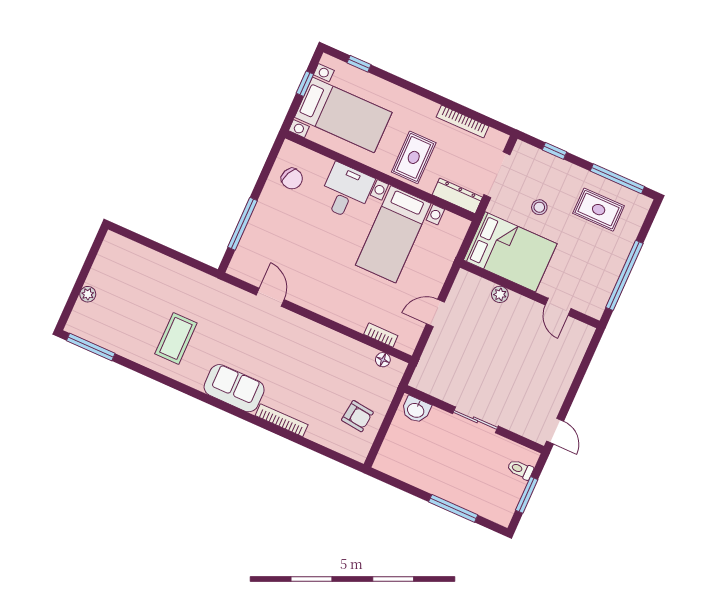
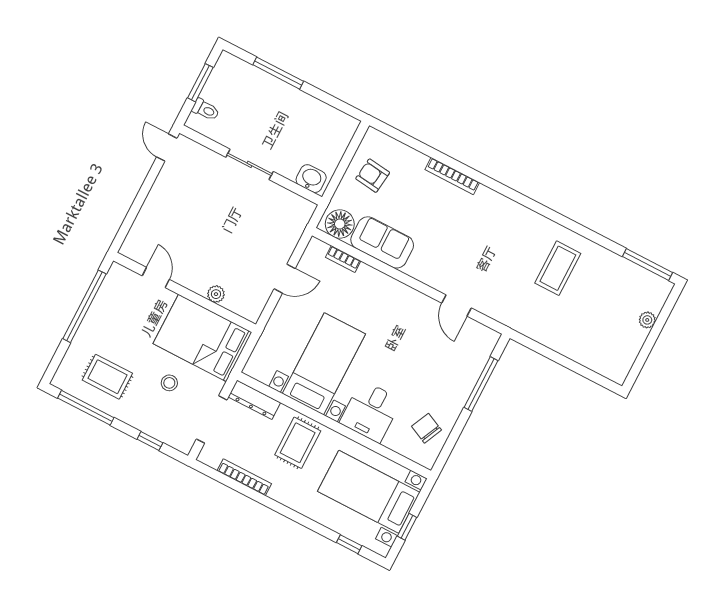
floor lamp: (383, 360) -> (340, 224), width x1.89, depth x1.89
sofa: (234, 388) -> (382, 242), moved, turned 180

